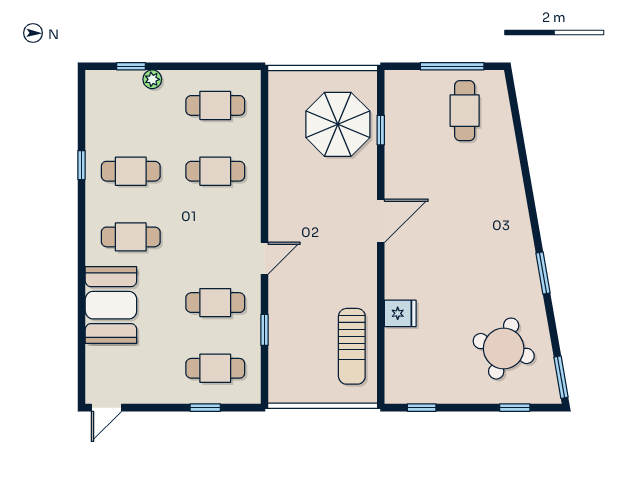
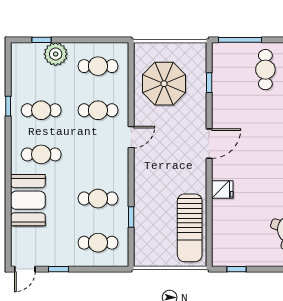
window: (452, 66) -> (240, 40), moved
plant: (152, 79) -> (56, 54), width x1.88, depth x1.88
parasol: (338, 124) -> (164, 84), moved
door: (265, 258) -> (131, 137), moved
fridge: (400, 313) -> (222, 190), moved
sun lounger: (352, 346) -> (190, 228), width x1.36, depth x1.34
window: (205, 408) -> (59, 269), moved

